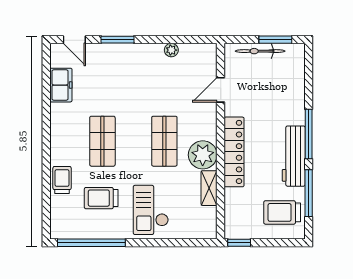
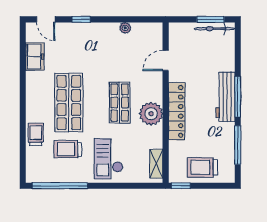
window: (117, 40) -> (81, 19), width x0.67
bicycle: (260, 51) -> (215, 29), moved
shop shelf: (102, 141) -> (69, 103), width x1.43, depth x1.36
workbench: (294, 156) -> (226, 97), moved
shelving: (209, 188) -> (156, 164), moved
trolley: (282, 212) -> (202, 167), moved

